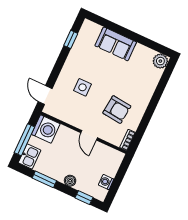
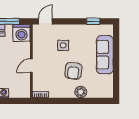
sofa: (116, 44) -> (105, 55), width x1.36
plant: (160, 61) -> (81, 92), moved
armchair: (117, 110) -> (73, 71), moved

